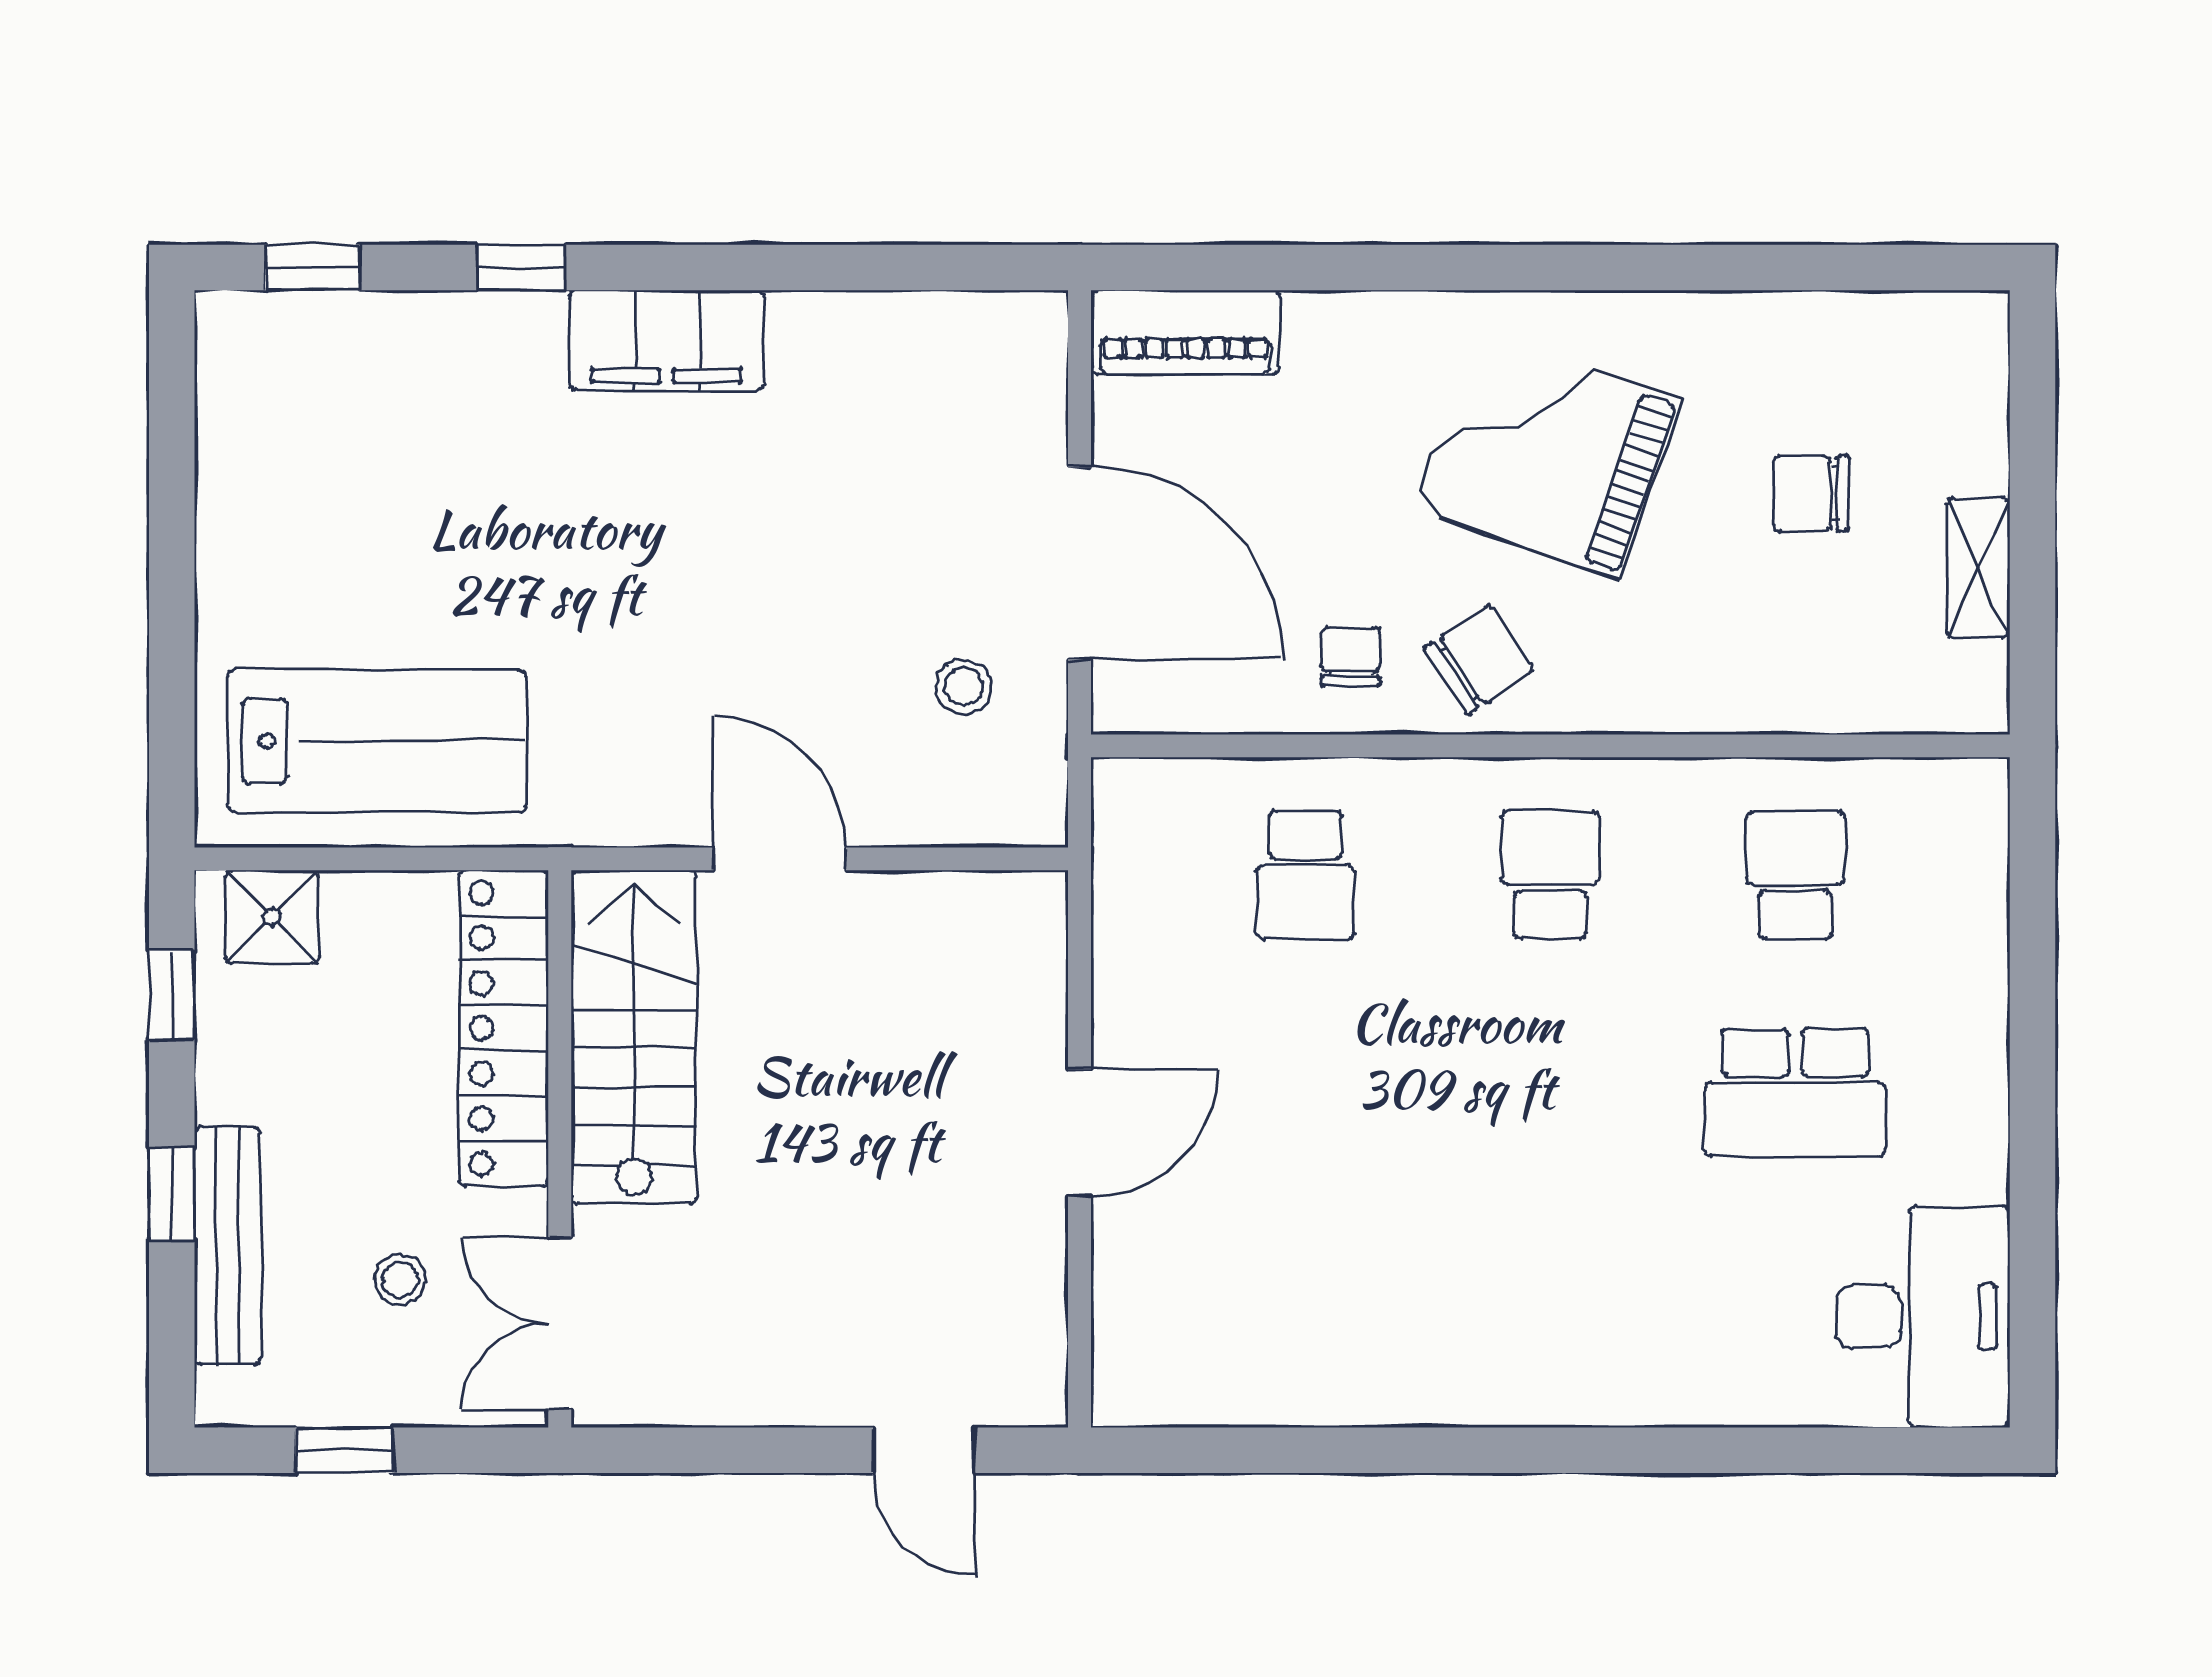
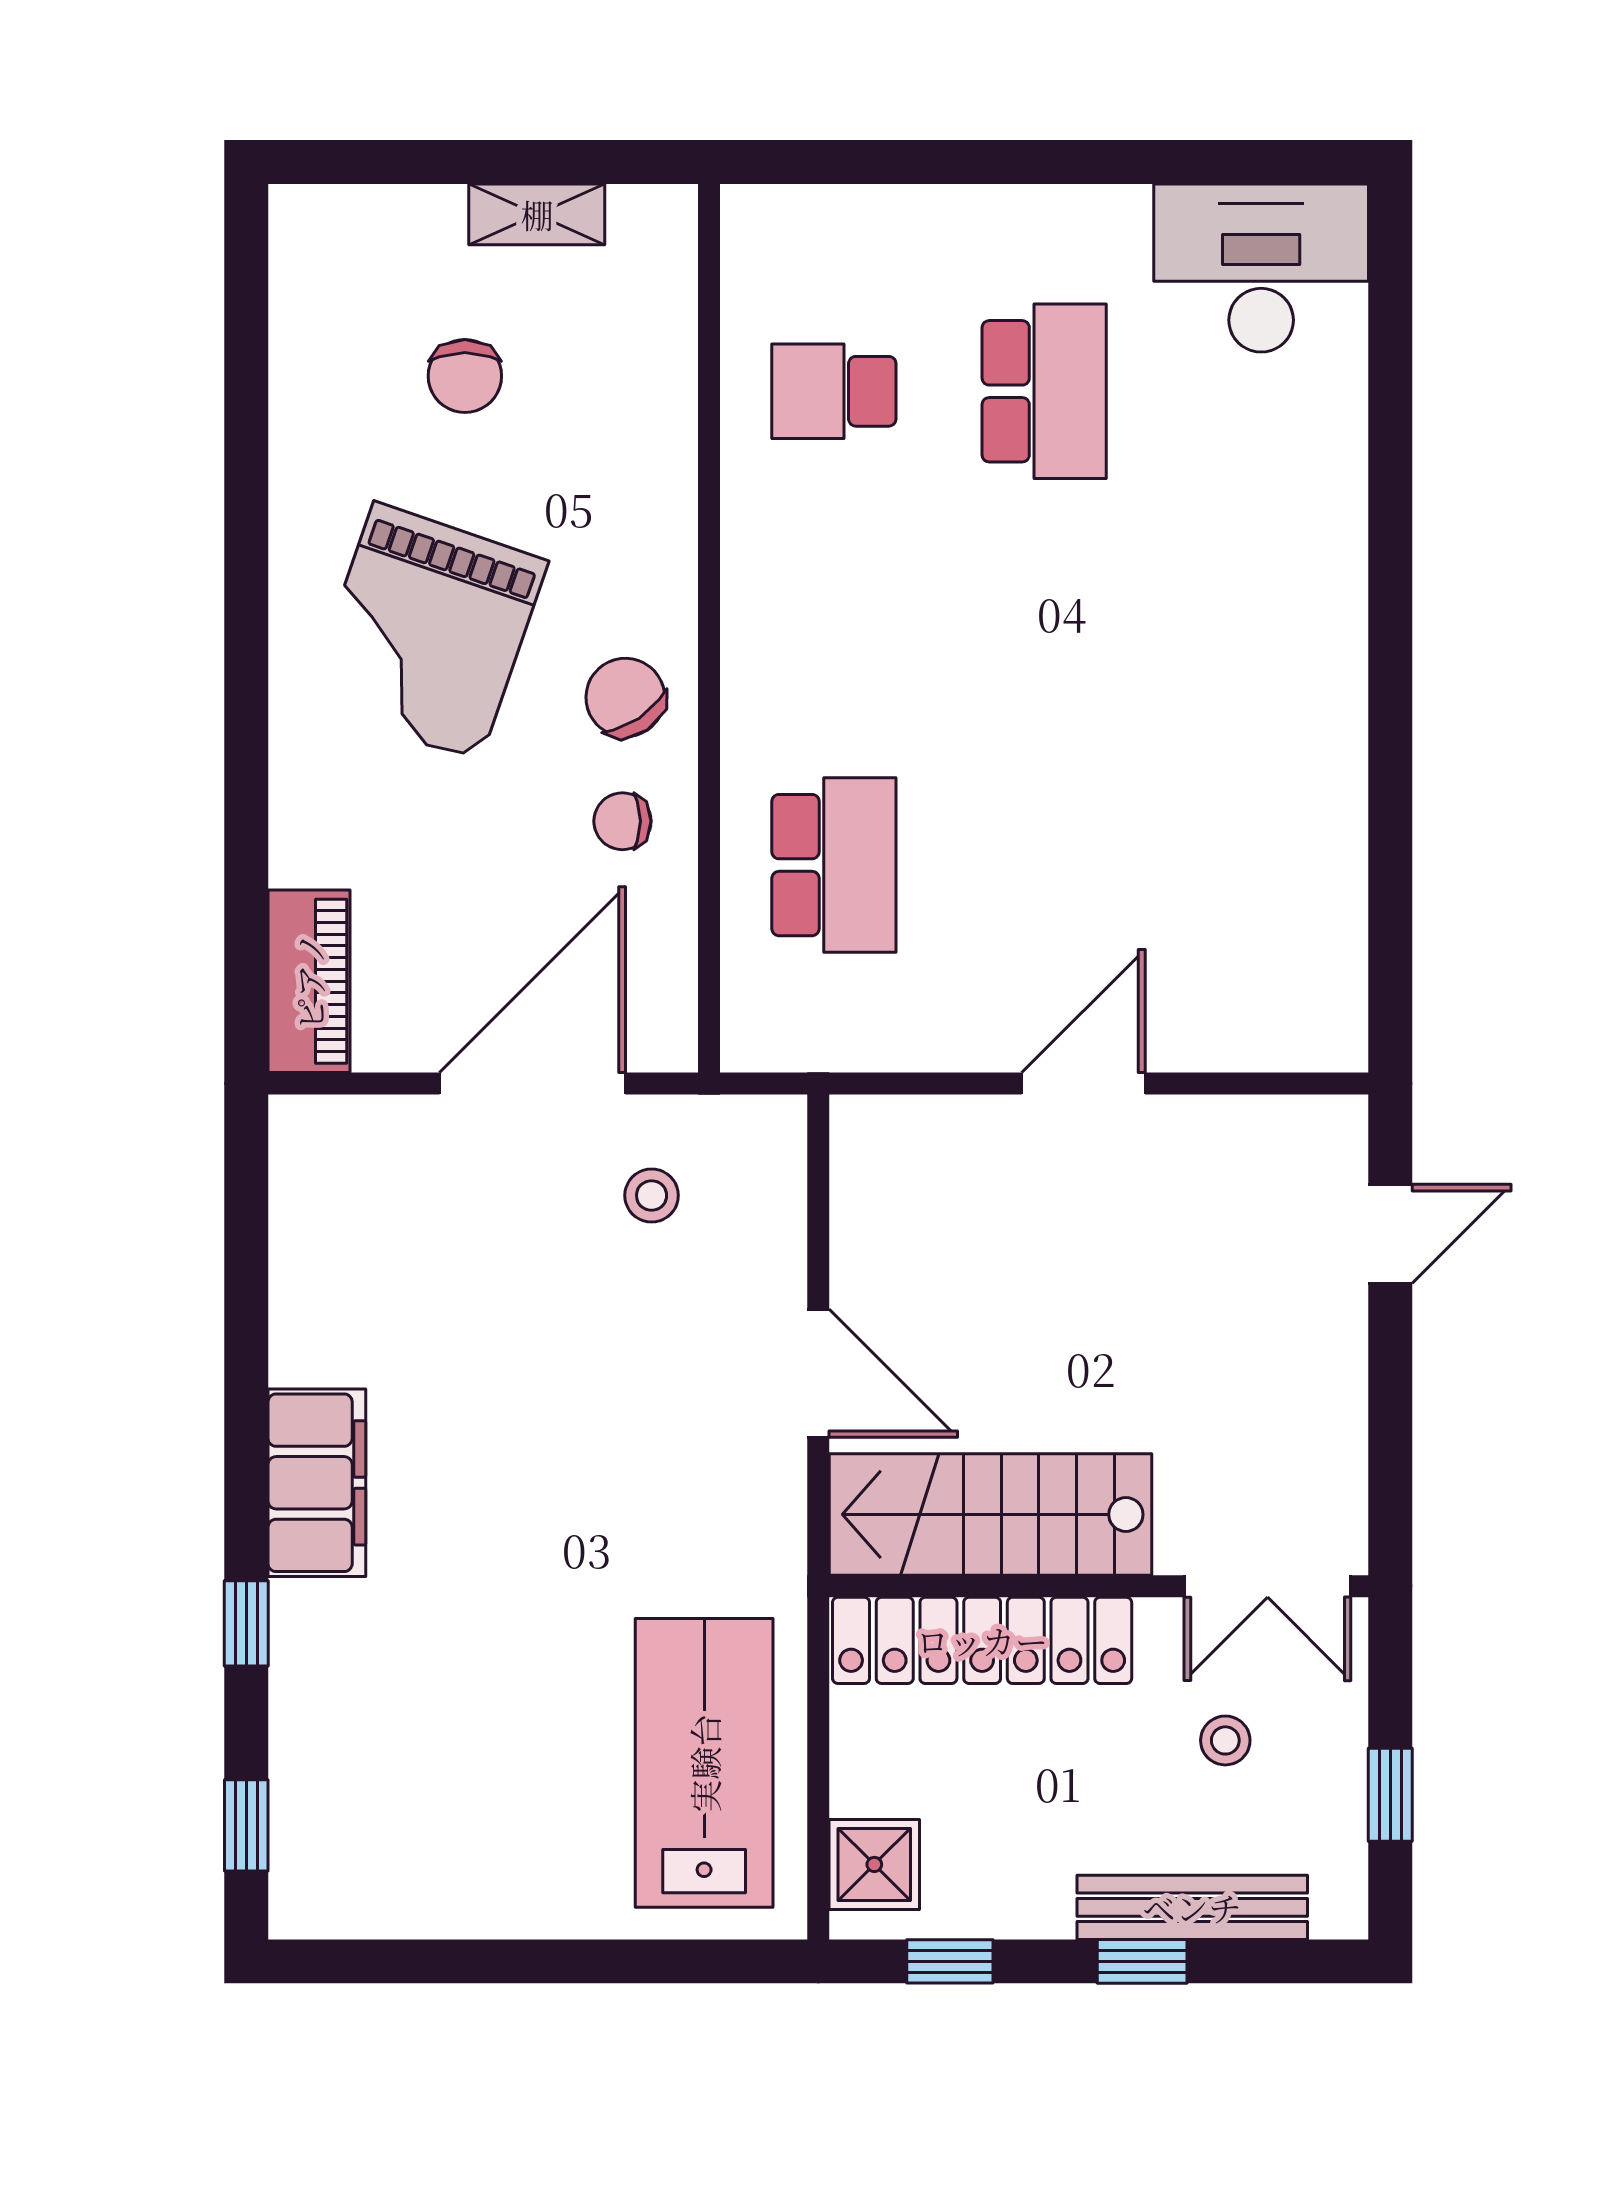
door: (780, 859) -> (818, 1373), swing flipped
school desk: (1305, 875) -> (834, 865), width x1.85
school desk: (1550, 875) -> (834, 628), removed
door: (1079, 1133) -> (1083, 1083), hinge flipped

